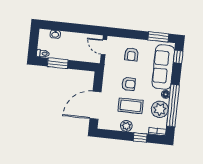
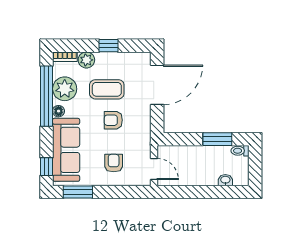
plant: (126, 126) -> (86, 60), moved
window: (140, 137) -> (108, 46), moved

